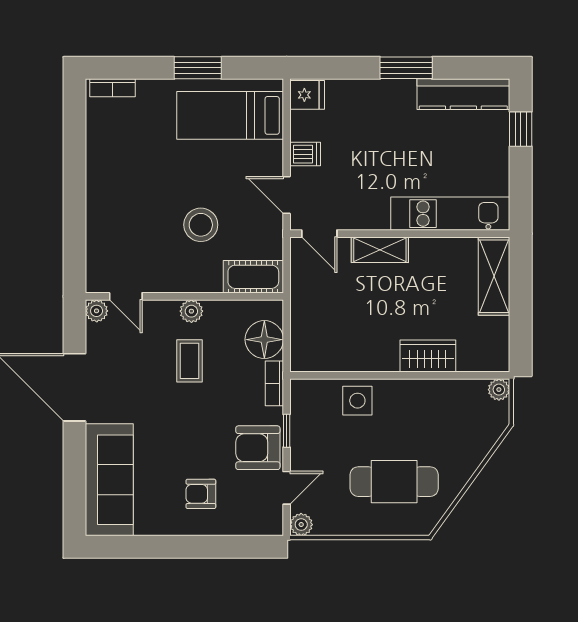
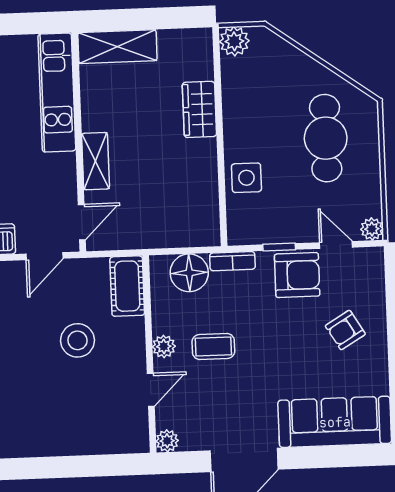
door: (126, 296) -> (151, 390), moved
plant: (499, 390) -> (234, 41), width x1.38, depth x1.38
armchair: (258, 448) -> (297, 275), turned -90
armchair: (201, 494) -> (345, 330), turned 59

